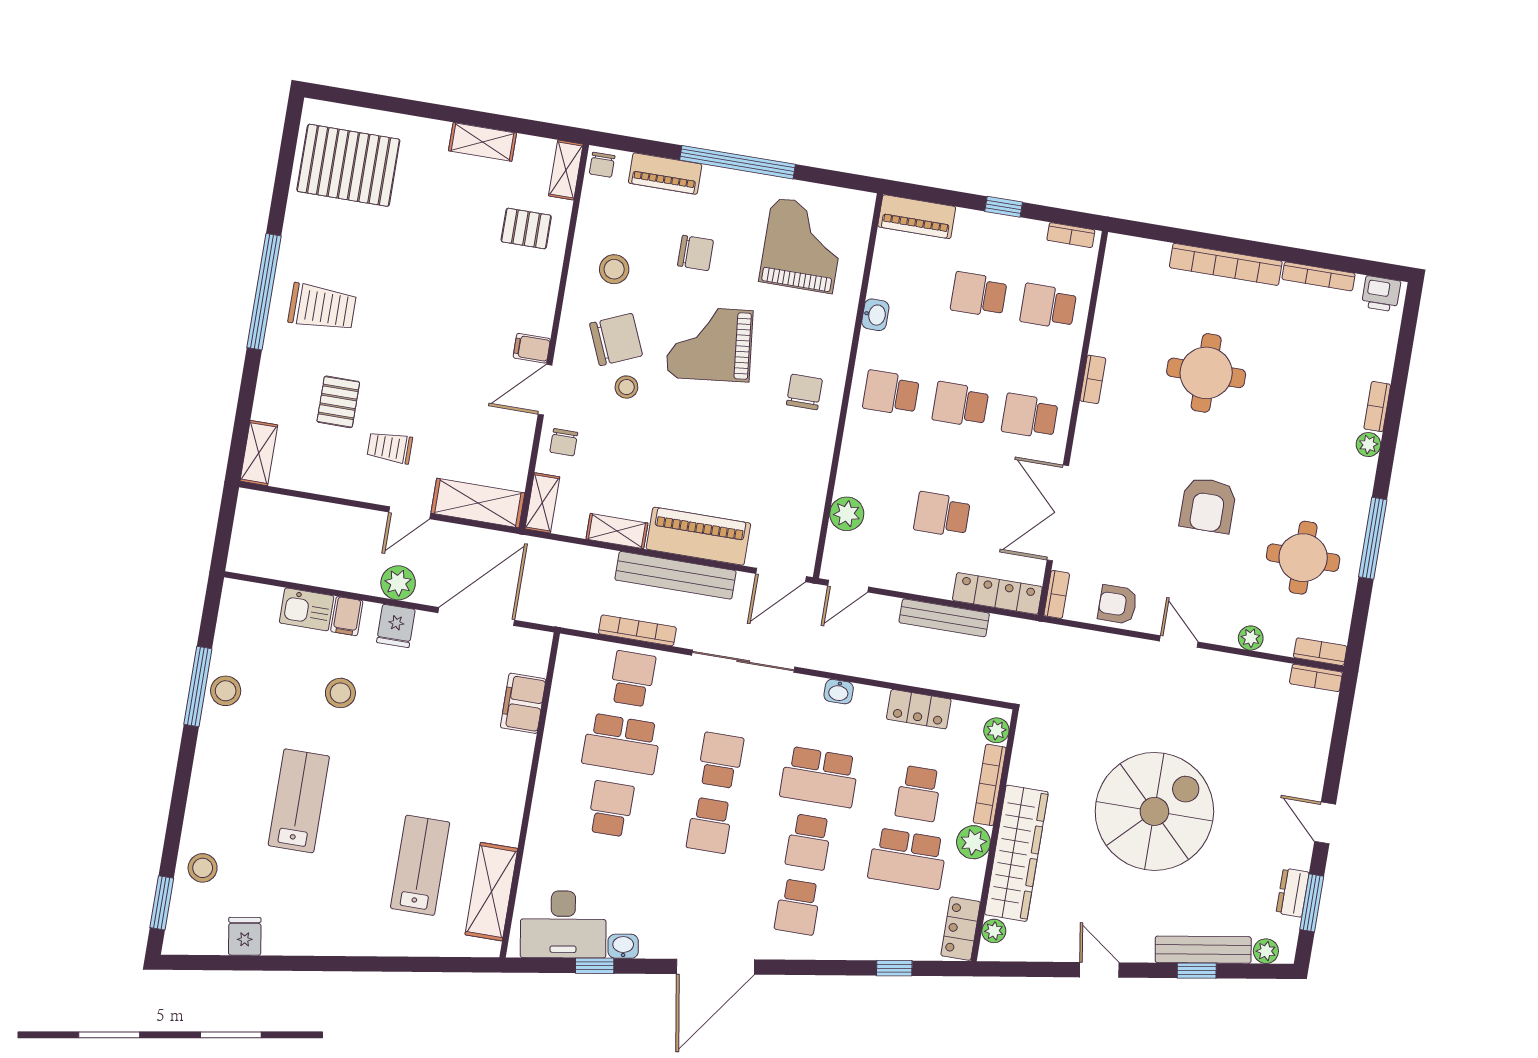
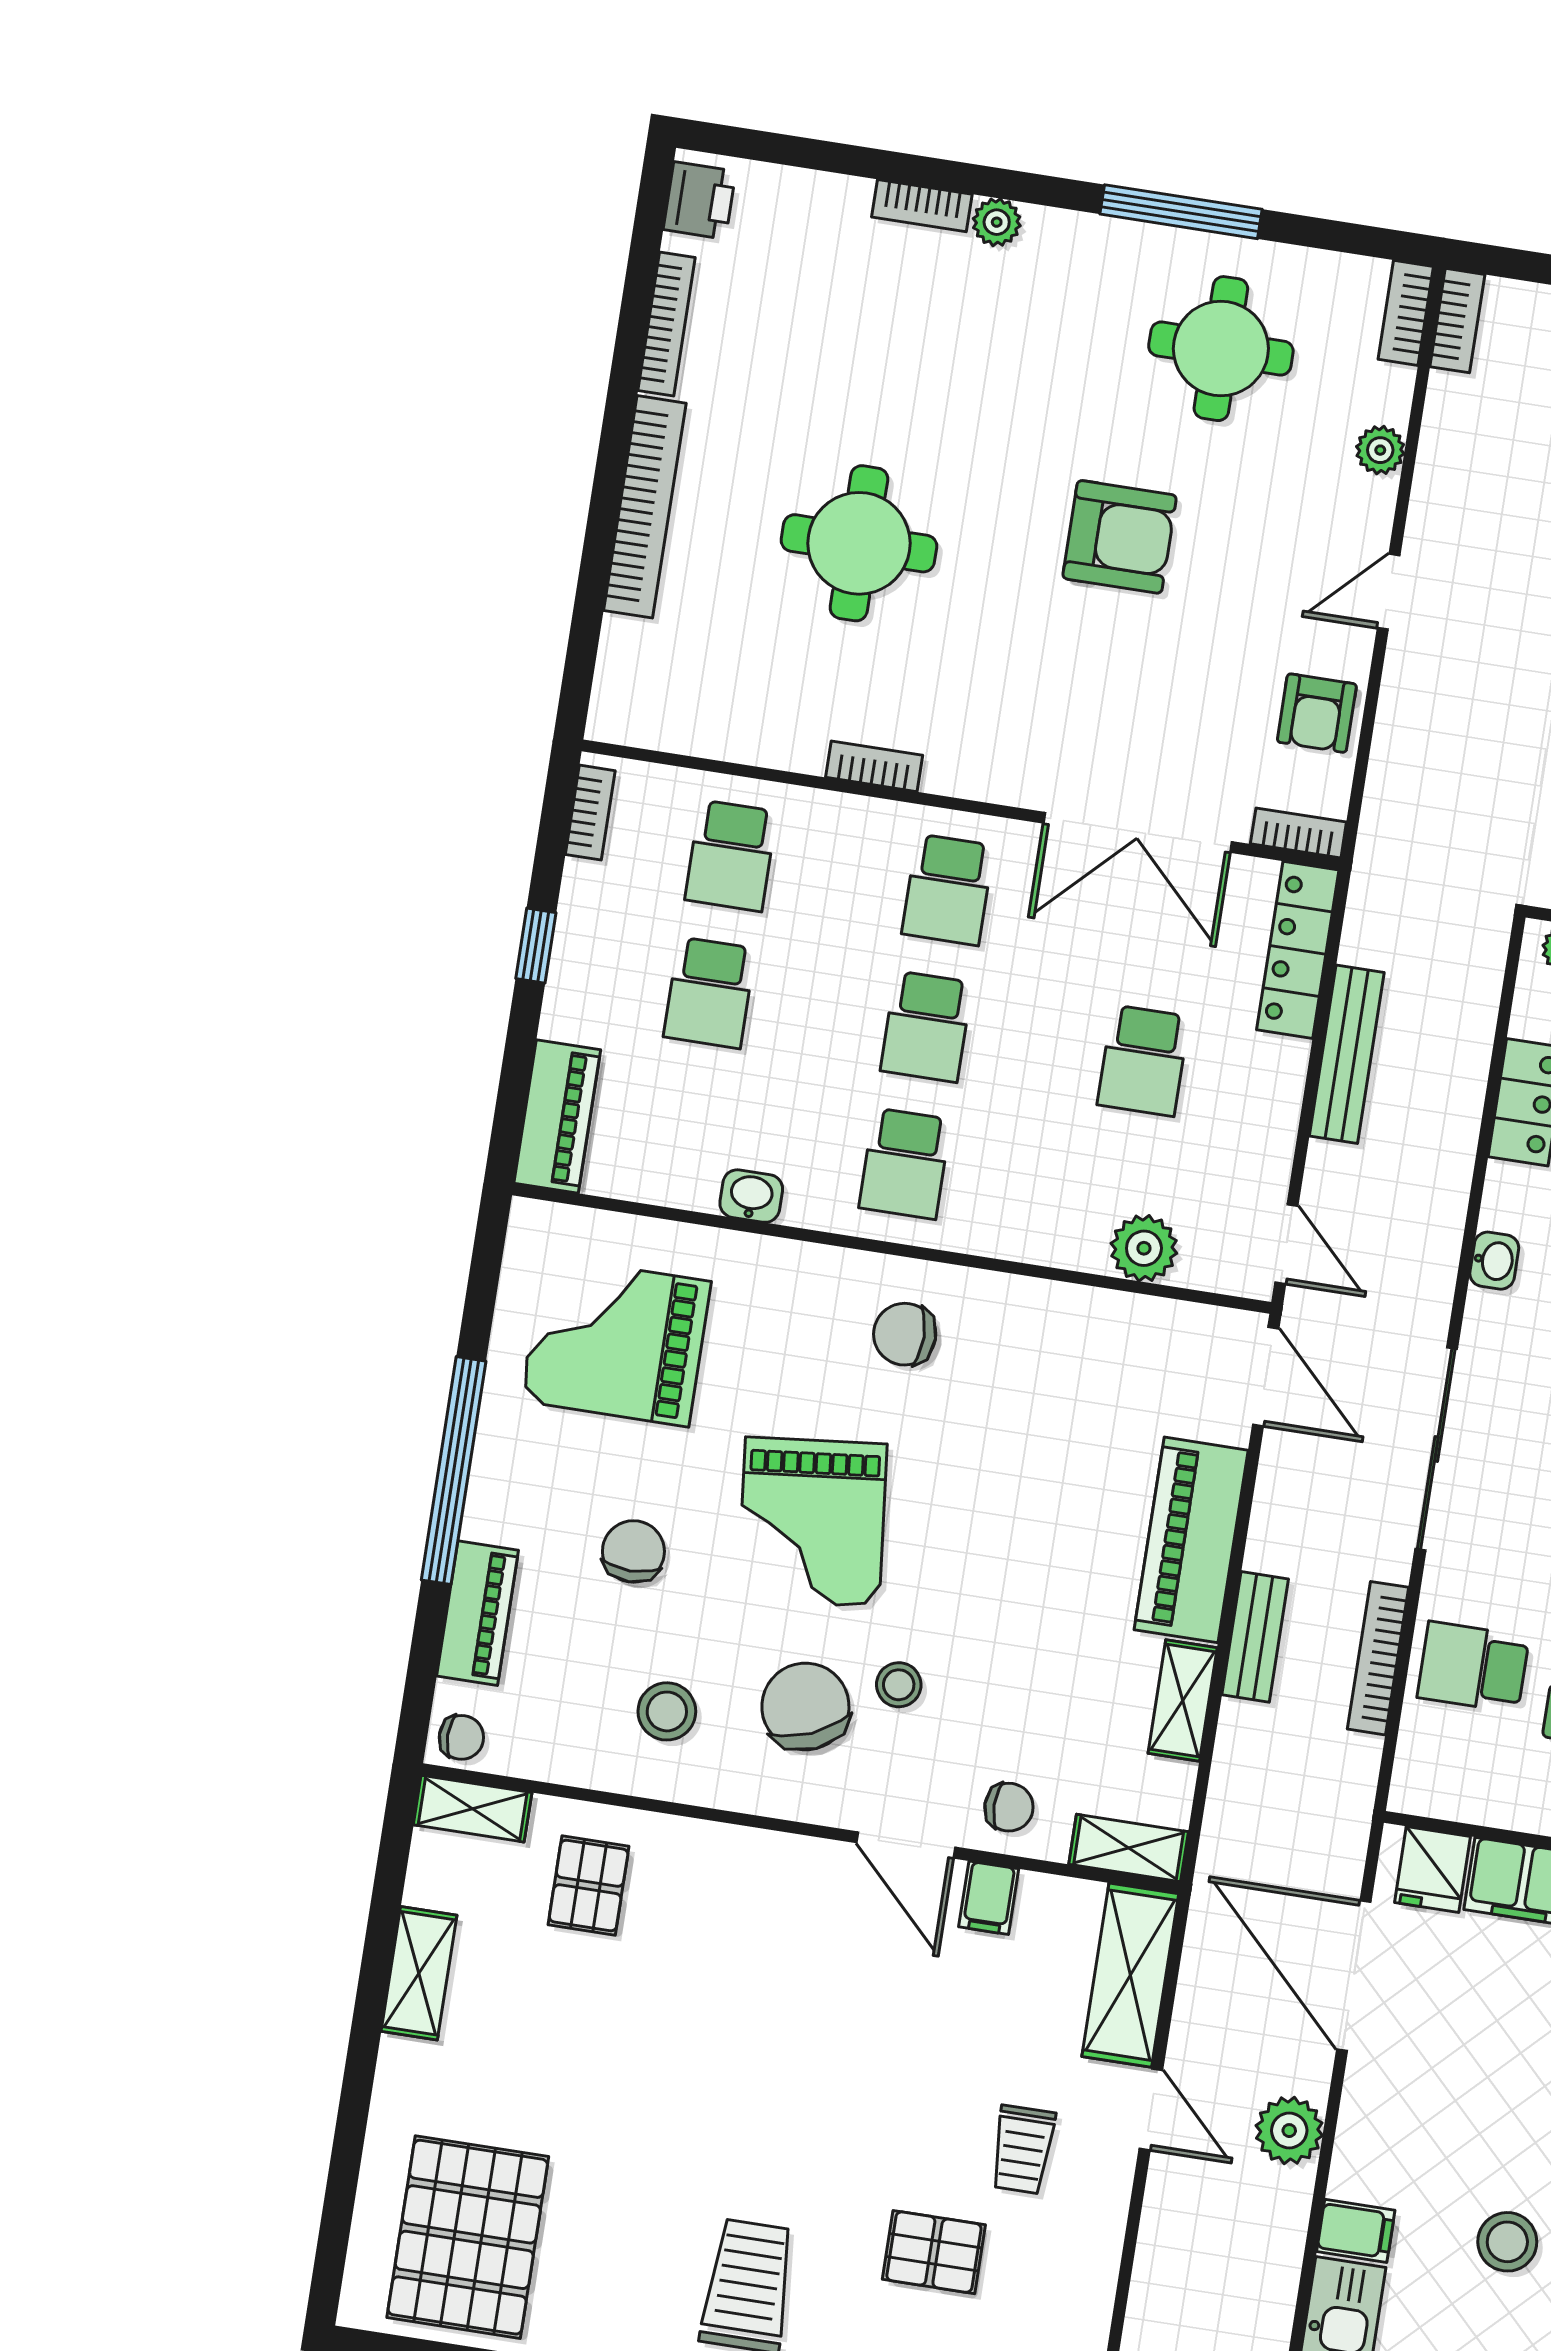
filing cabinet: (532, 348) -> (989, 1898), moved
bench: (676, 575) -> (1255, 1637), width x0.54, depth x0.82
fridge: (396, 626) -> (1432, 1870), moved, turned 90

